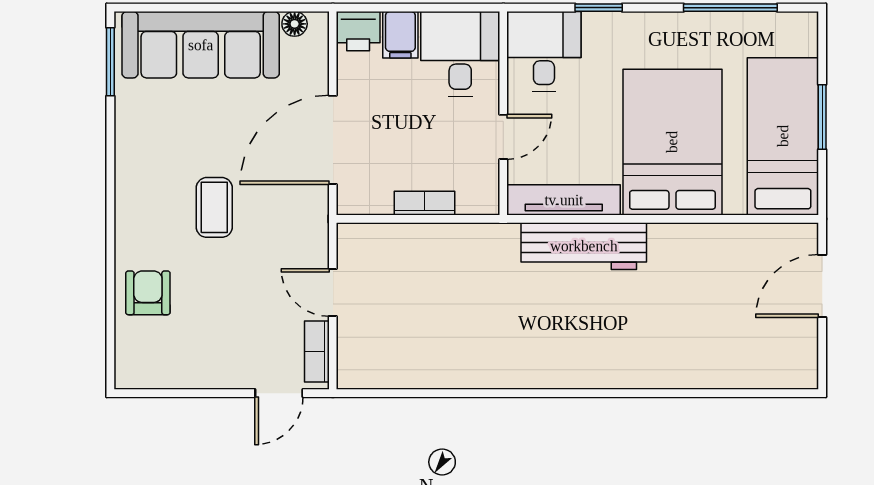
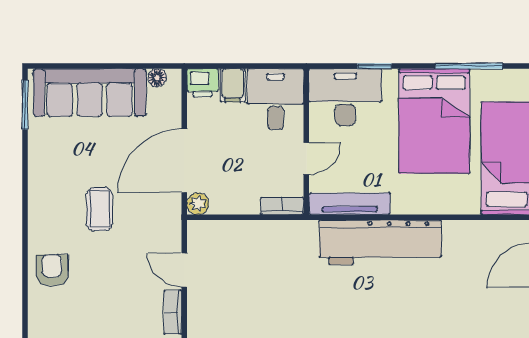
desk: (544, 51) -> (345, 97), width x1.37
bed: (672, 142) -> (434, 121), moved, turned 180
plant: (352, 200) -> (198, 204), added
bookcase: (424, 203) -> (282, 206), moved
workbench: (584, 246) -> (380, 242), width x1.36, depth x1.32

